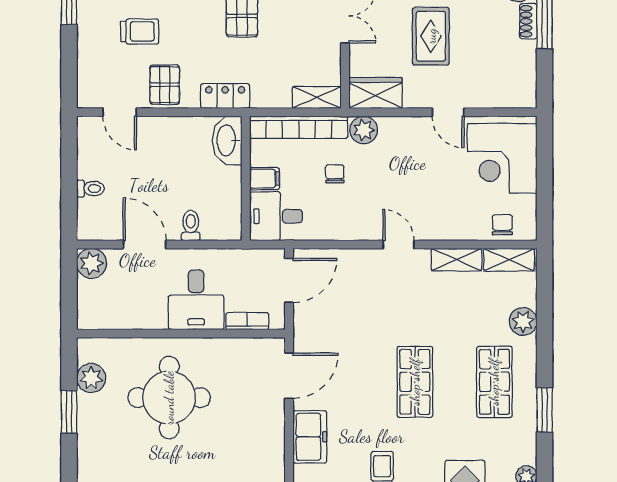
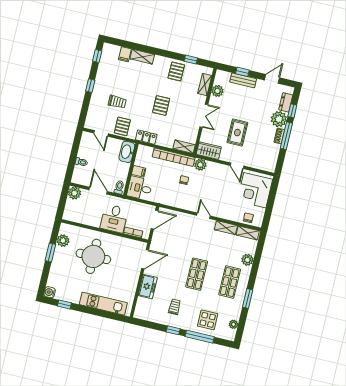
washbasin: (227, 140) -> (127, 152), moved
wall: (246, 178) -> (131, 169), moved
filing cabinet: (264, 179) -> (139, 171), moved
desk: (276, 216) -> (140, 188), moved

